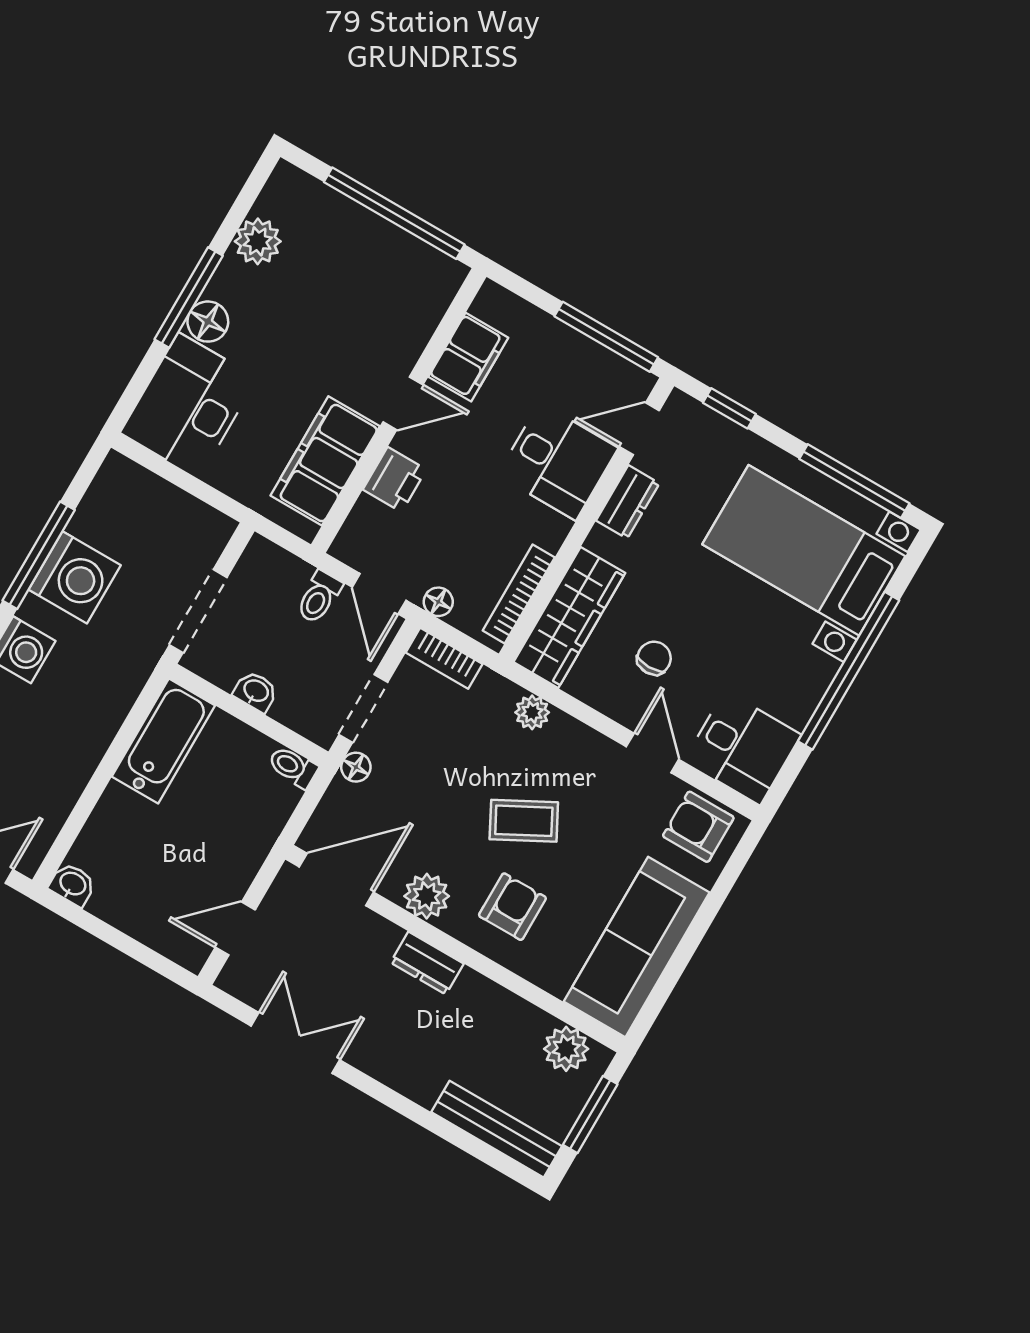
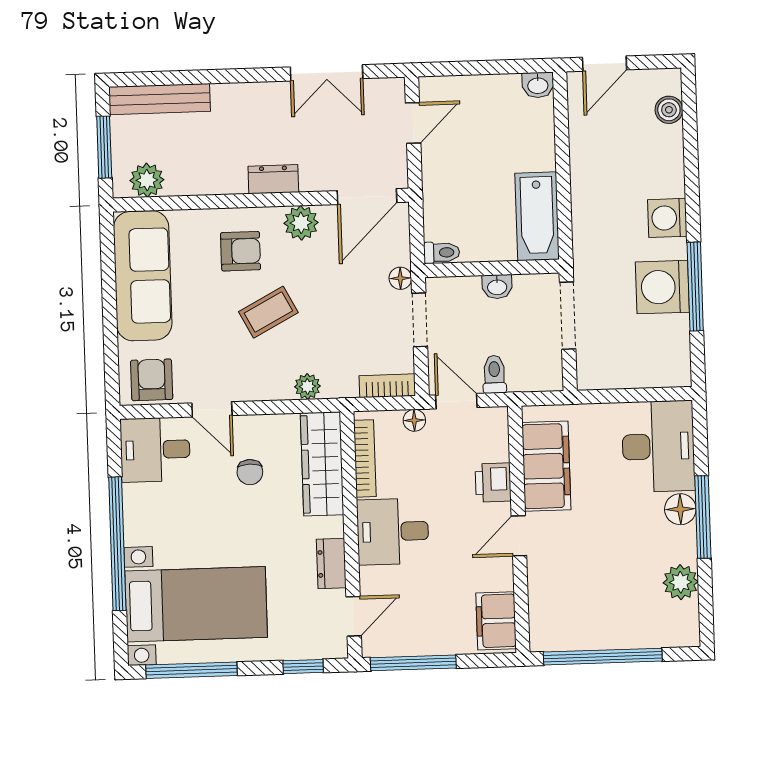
filing cabinet: (468, 357) -> (496, 621), moved
desk: (558, 461) -> (393, 532), moved
armchair: (698, 827) -> (152, 380), turned -90
armchair: (512, 907) -> (241, 251), turned -90

